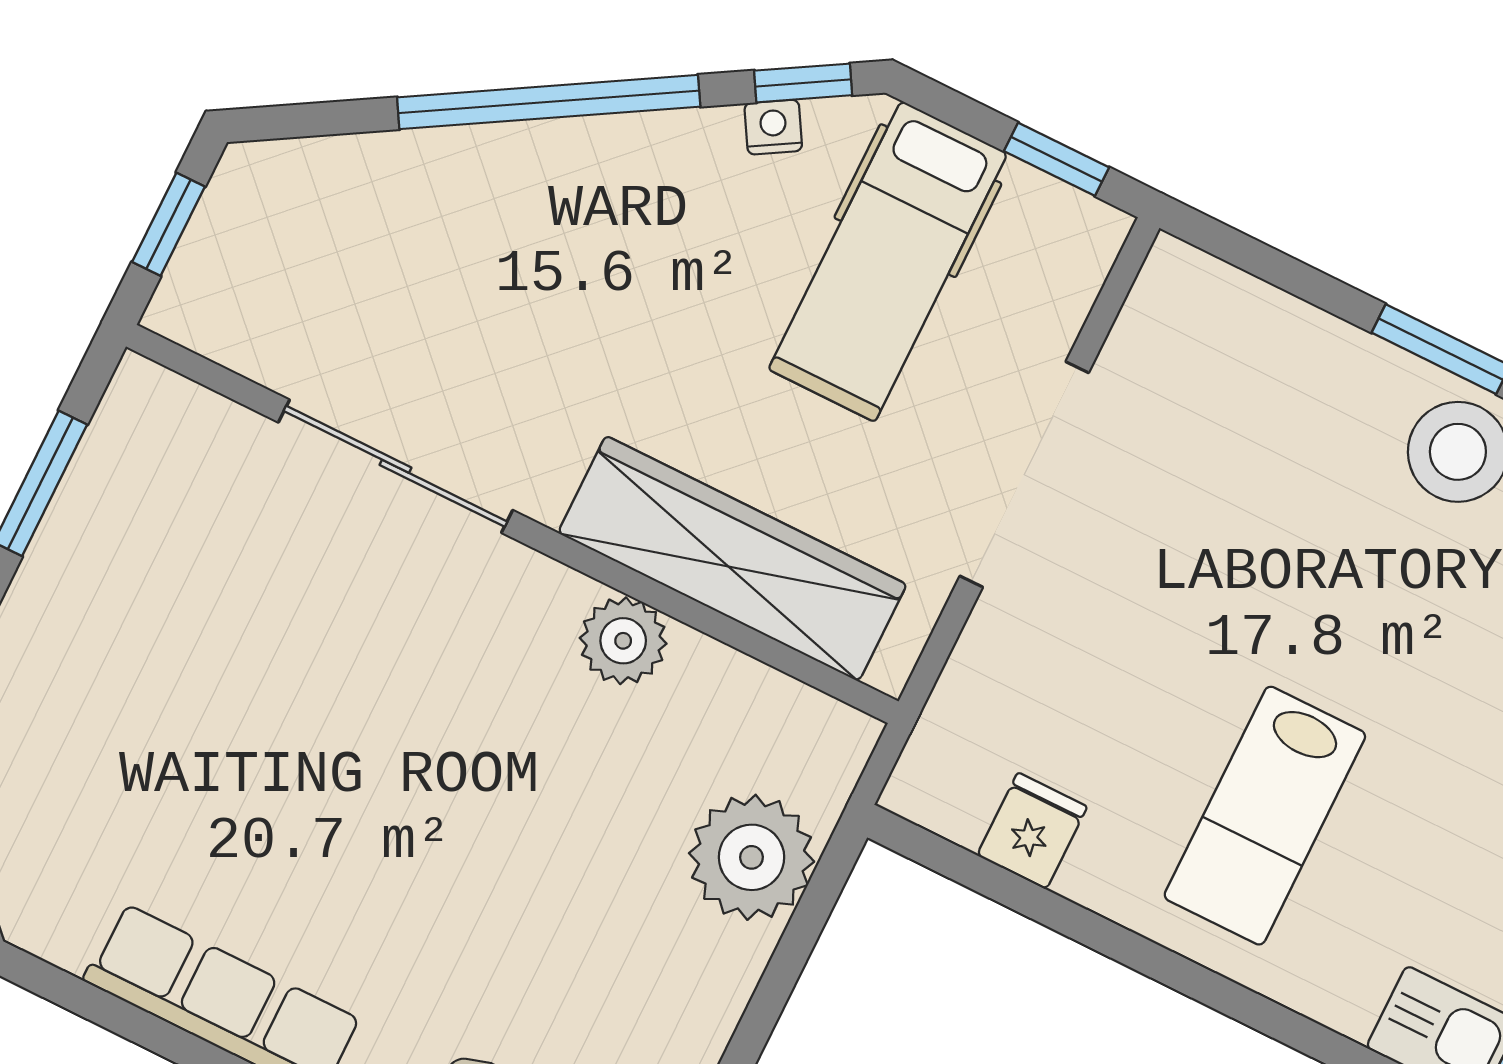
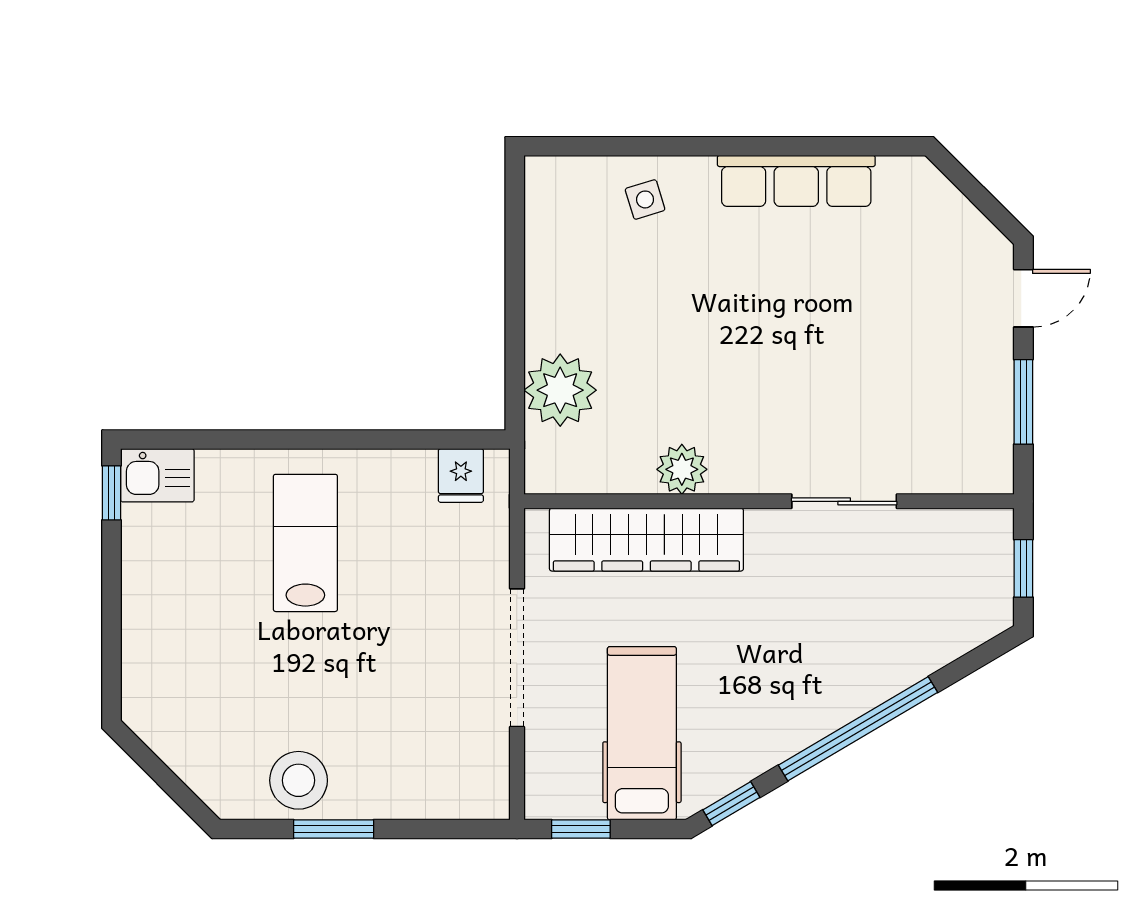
nightstand: (773, 127) -> (736, 773), removed
sliding door: (395, 466) -> (844, 501), width x0.73
fridge: (1032, 831) -> (461, 475), moved

